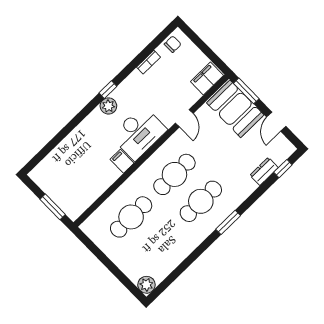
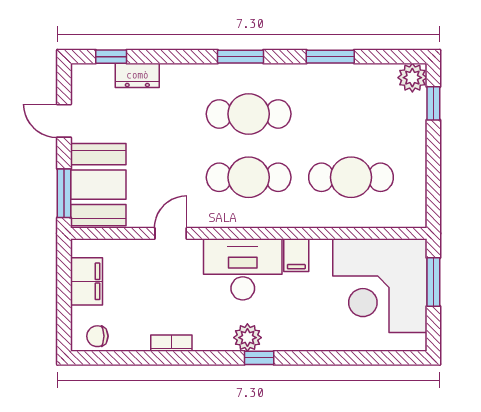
bookcase: (149, 62) -> (171, 343), moved
filing cabinet: (207, 78) -> (86, 281), moved, turned -90
window: (108, 90) -> (259, 358), moved
door: (276, 122) -> (64, 121), swing flipped
corner desk: (74, 183) -> (380, 286), added
window: (190, 260) -> (330, 57), added
window: (127, 283) -> (433, 103), added

